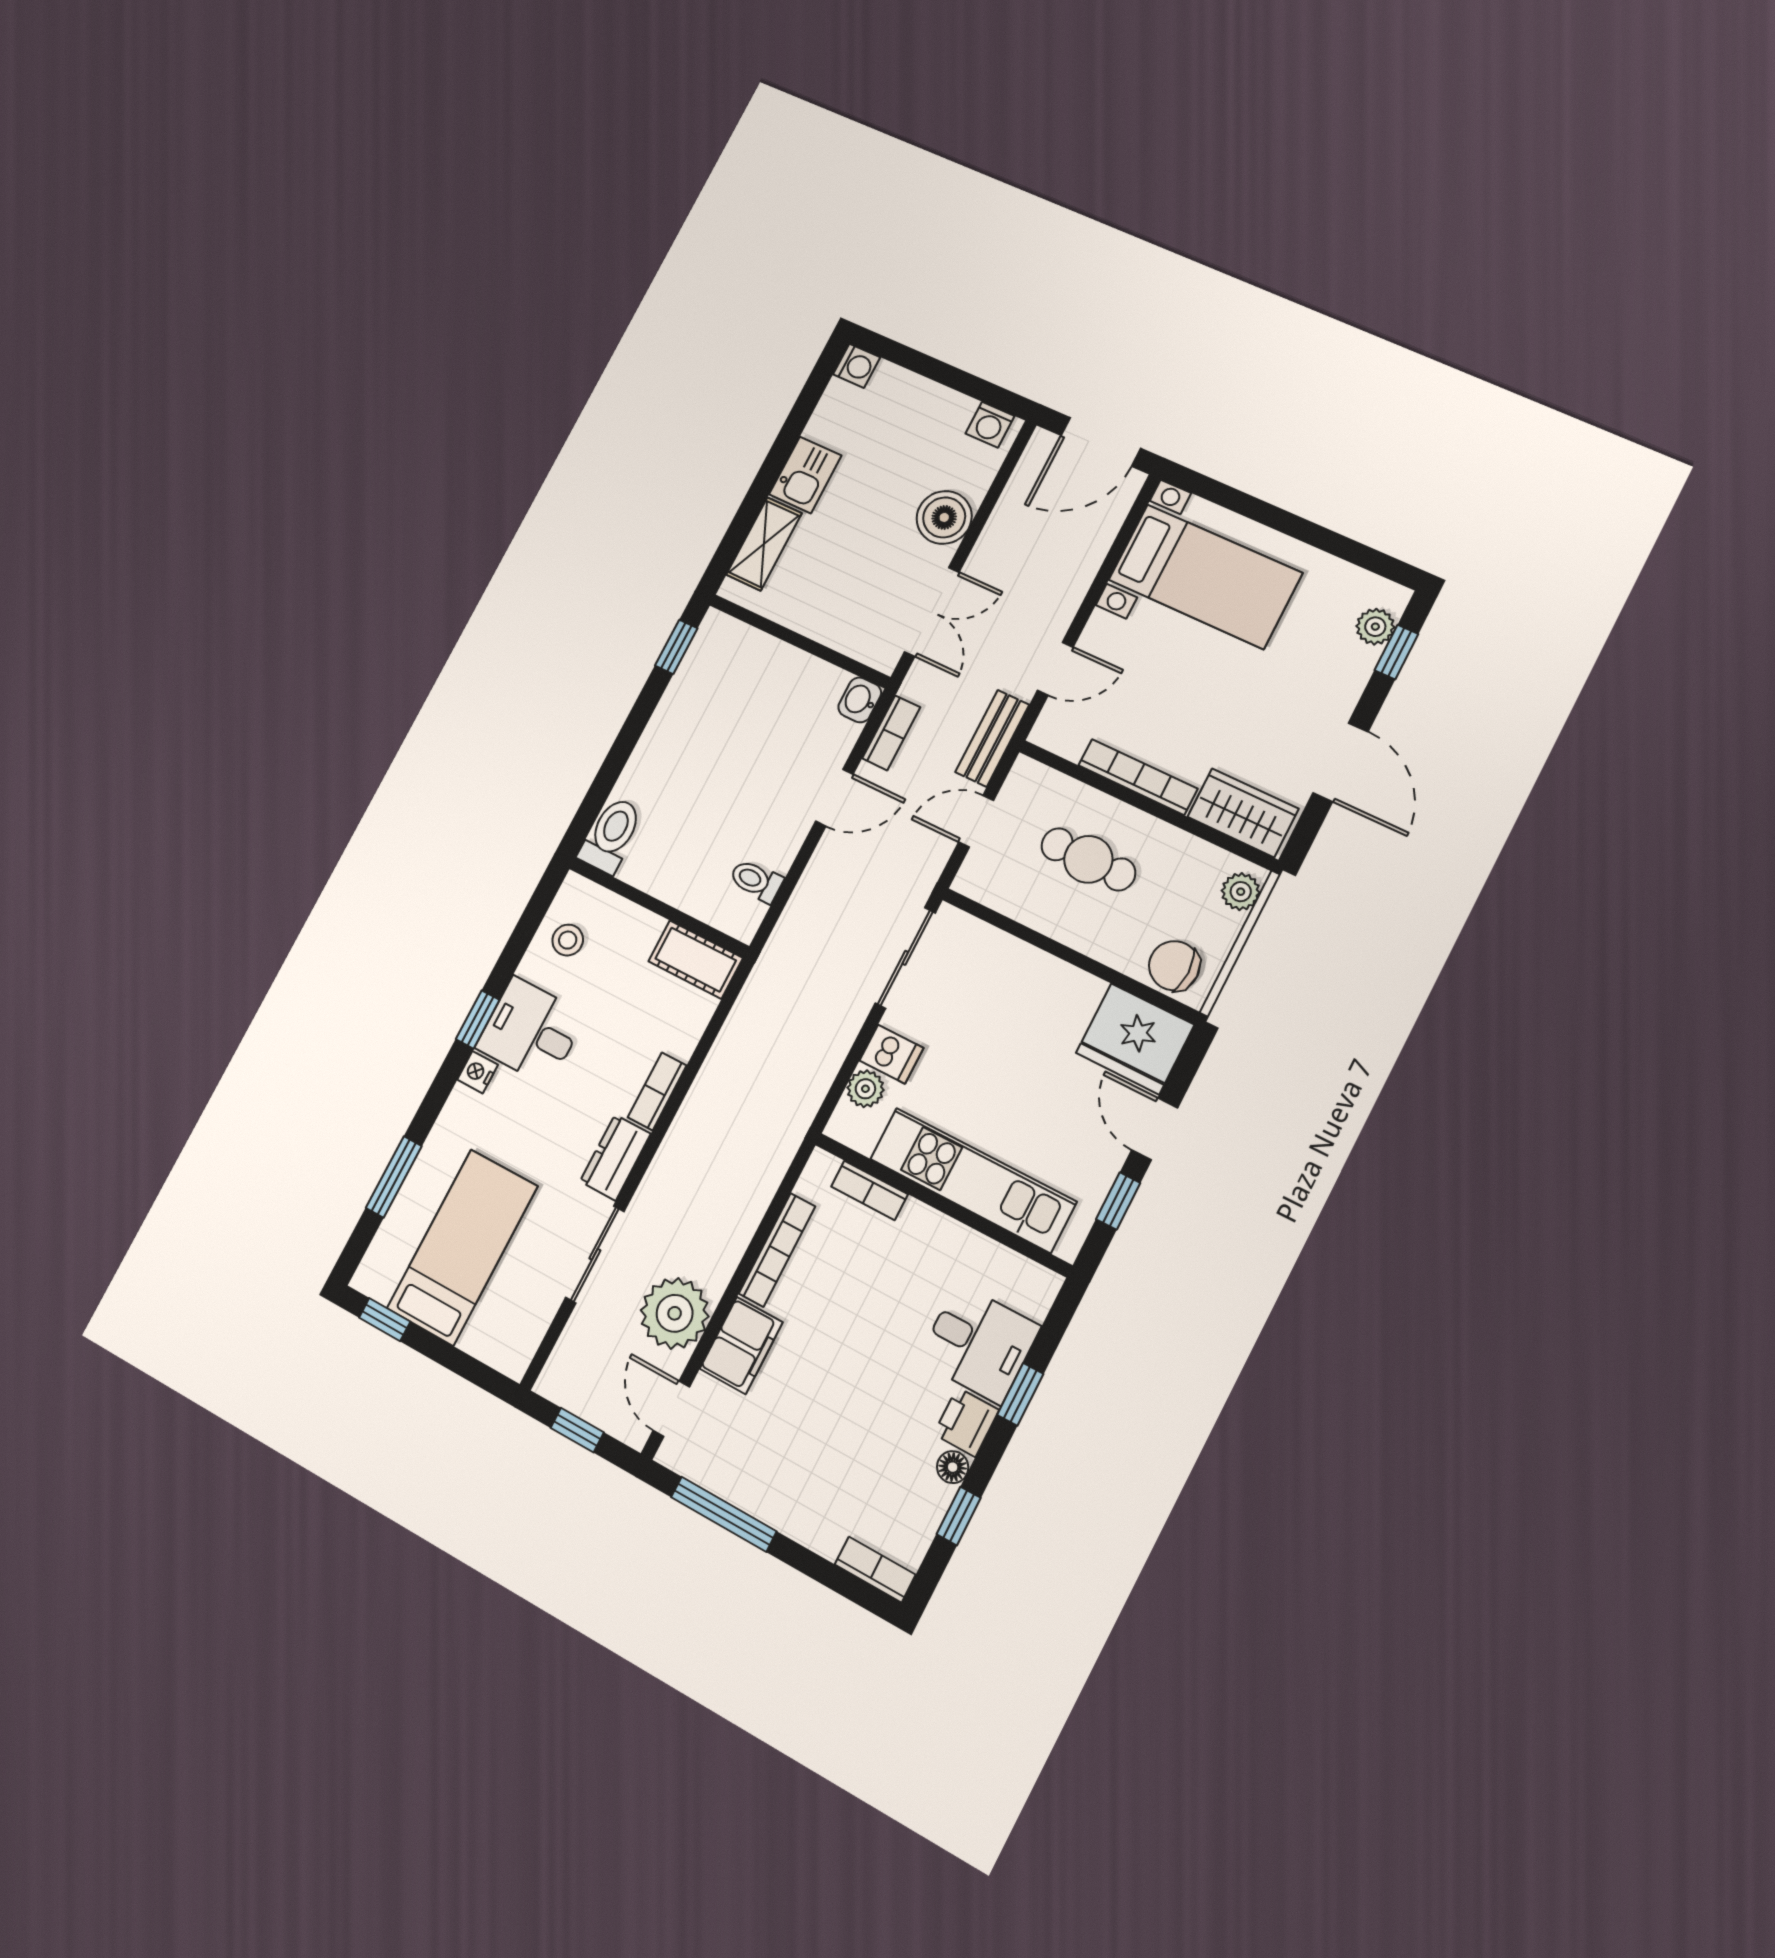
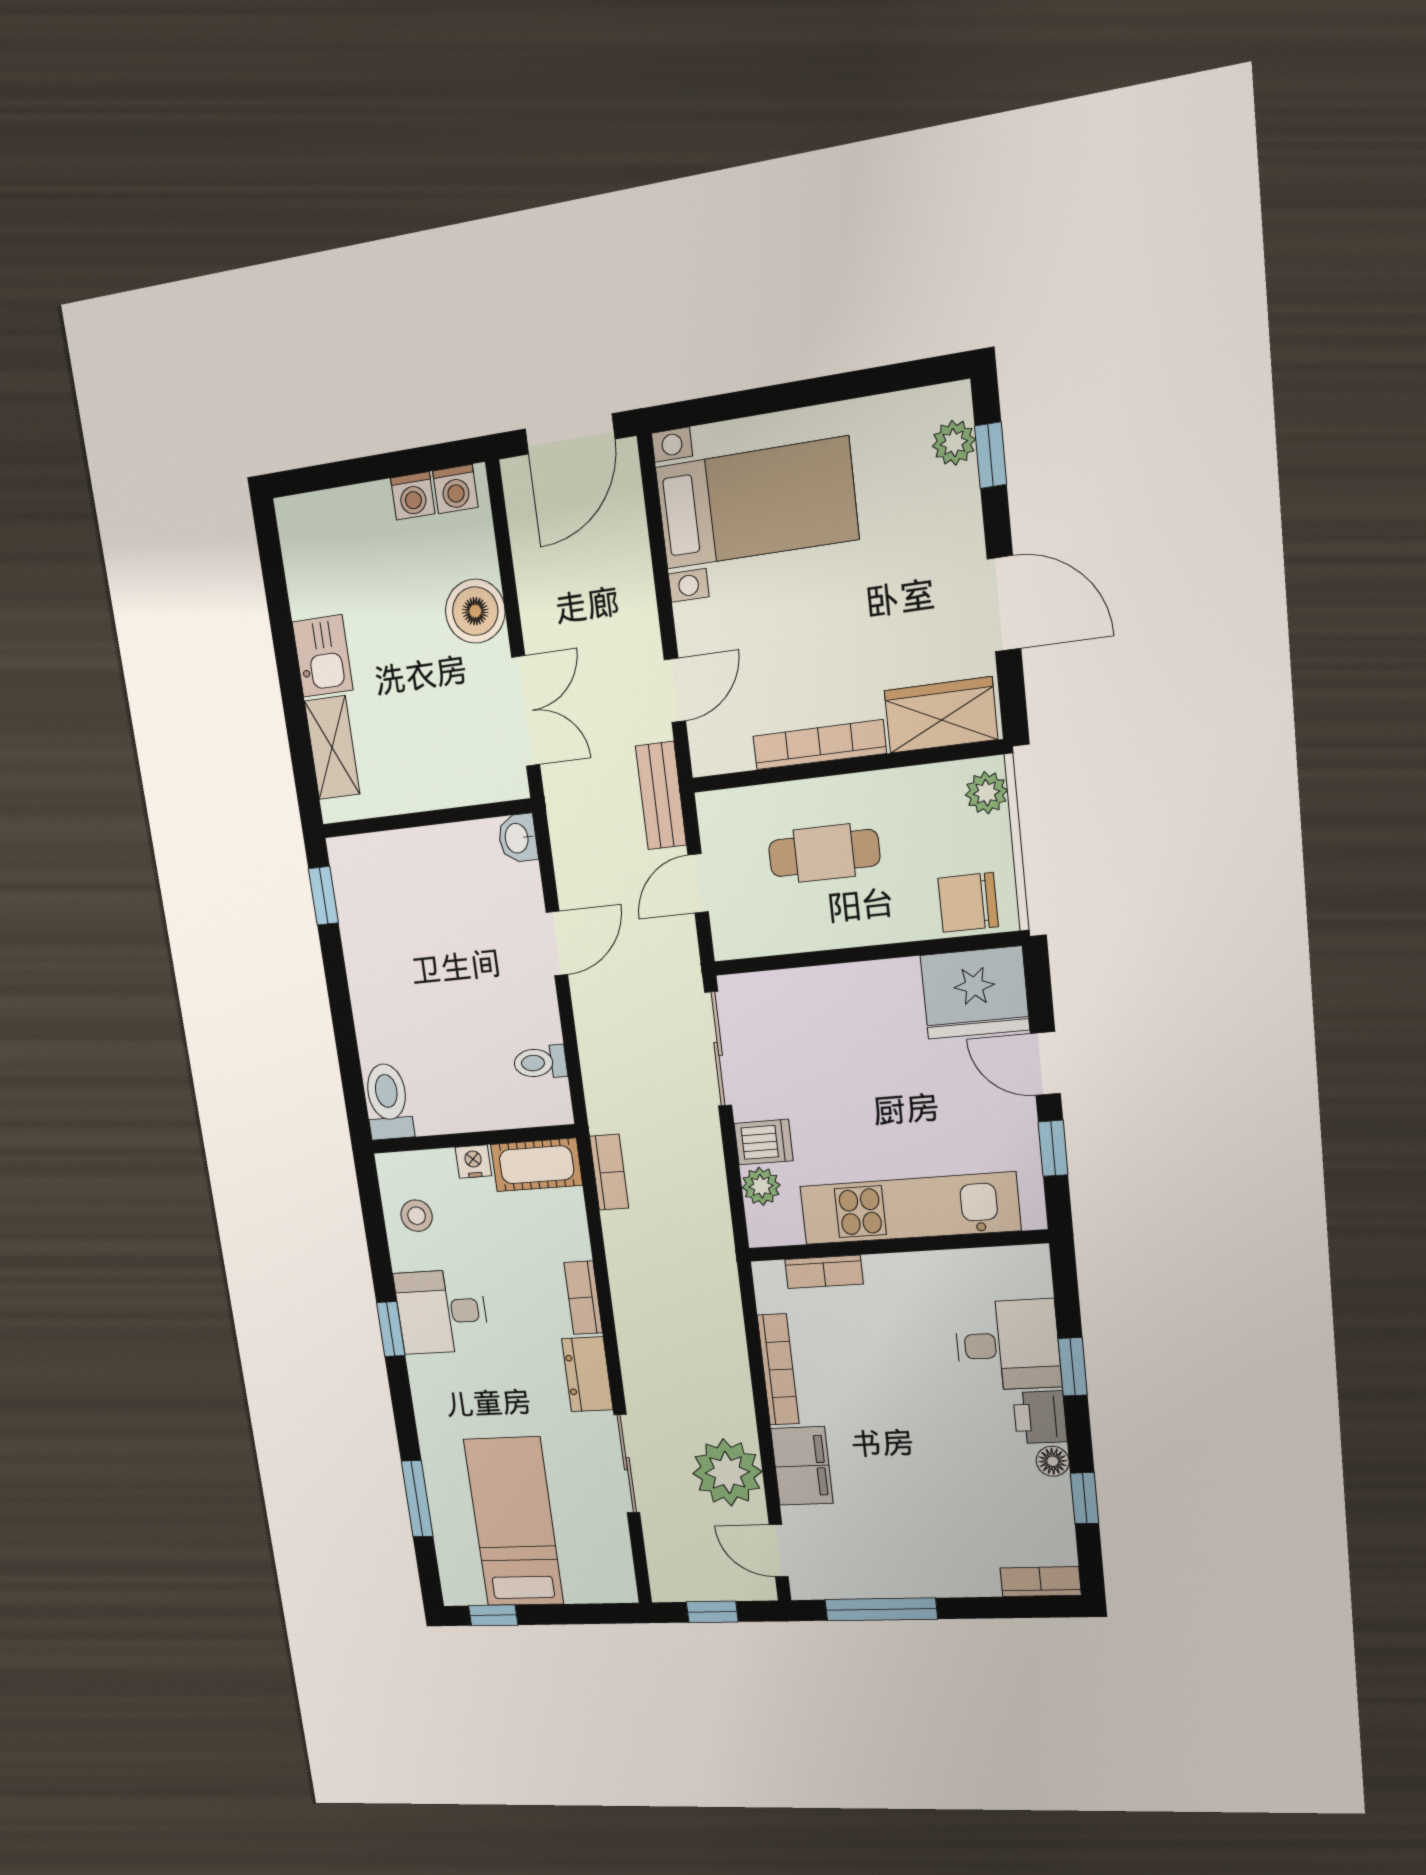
washing machine: (857, 366) -> (413, 496), moved, turned 90
bookcase: (891, 733) -> (609, 1172), moved
nightstand: (478, 1072) -> (473, 1162), moved, turned 90

